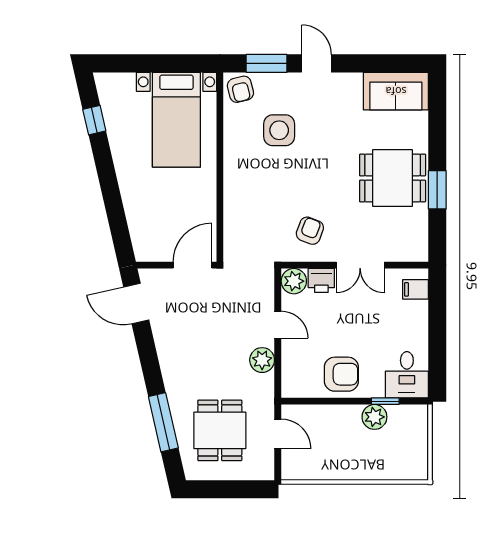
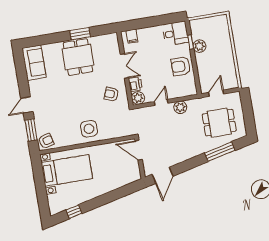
side table: (279, 130) -> (89, 129), moved
armchair: (341, 374) -> (181, 66), turned -90

